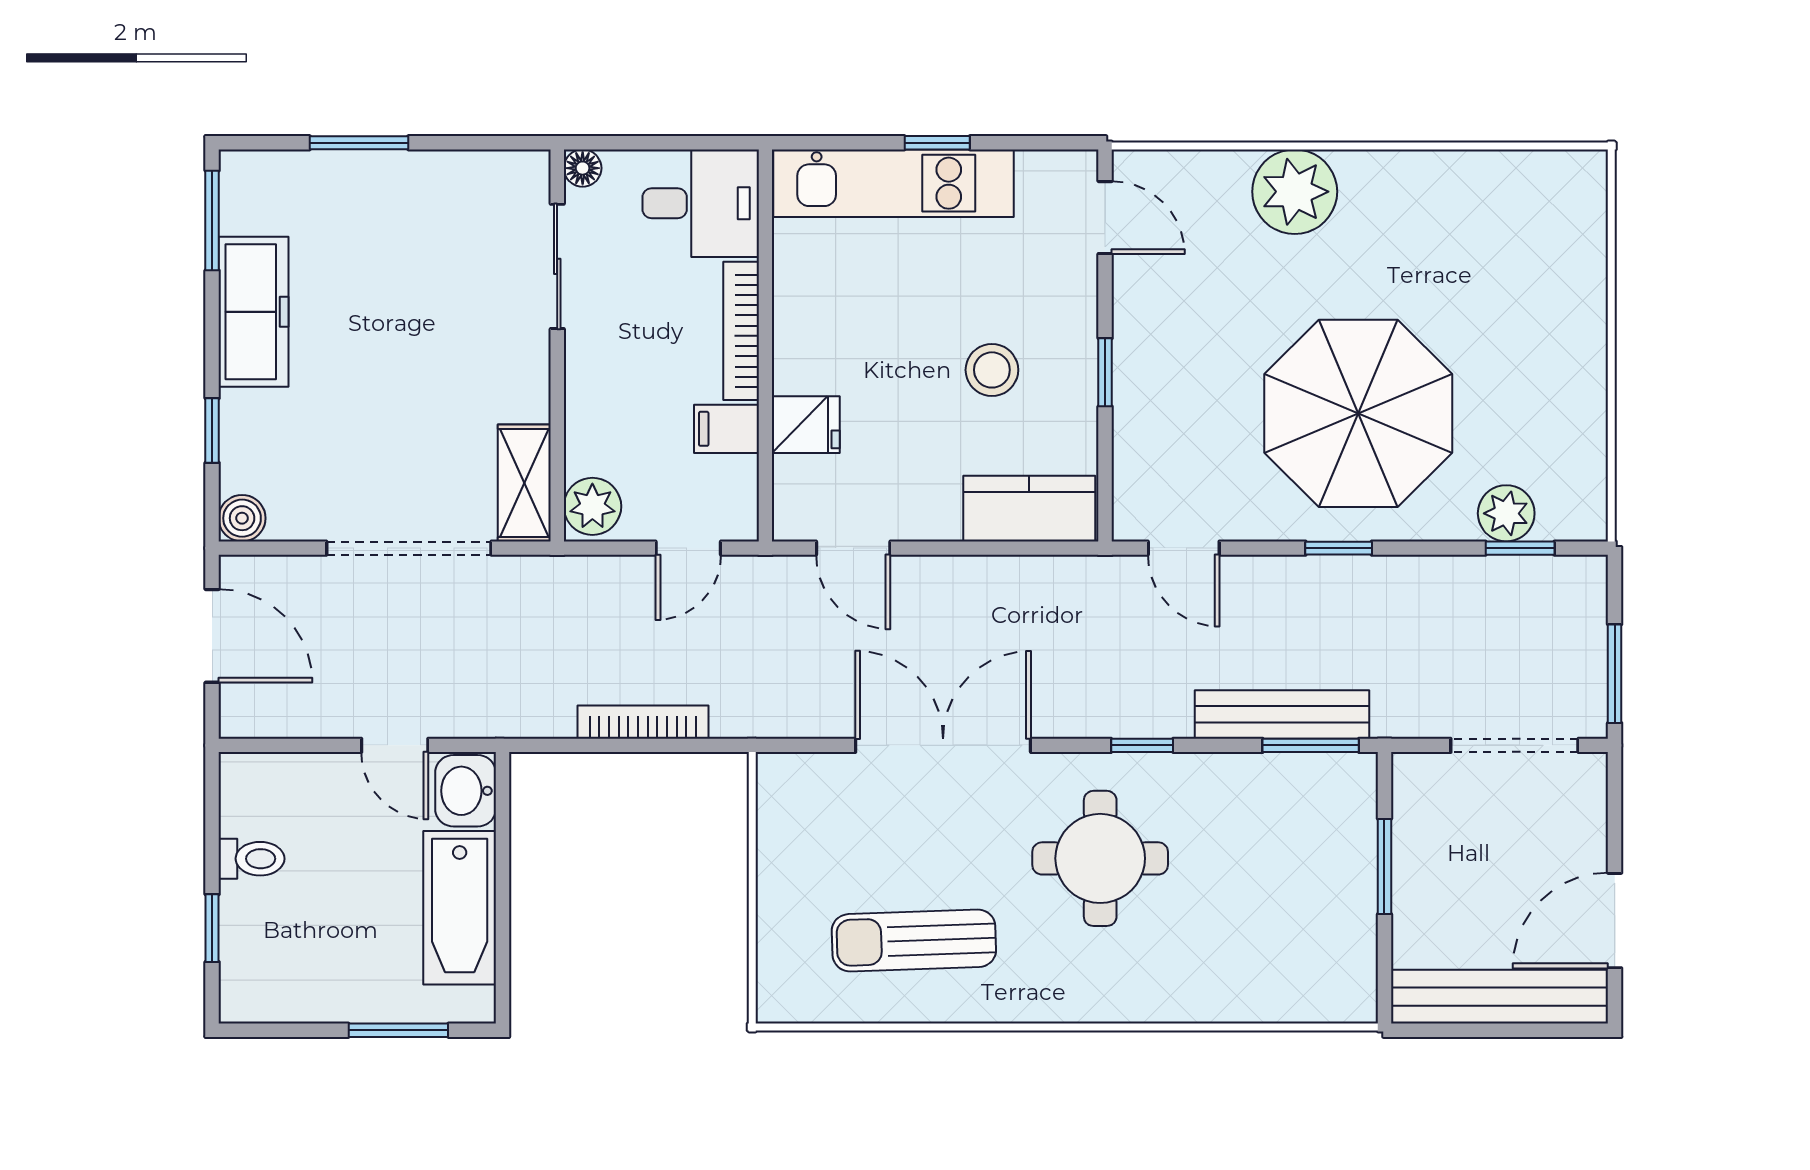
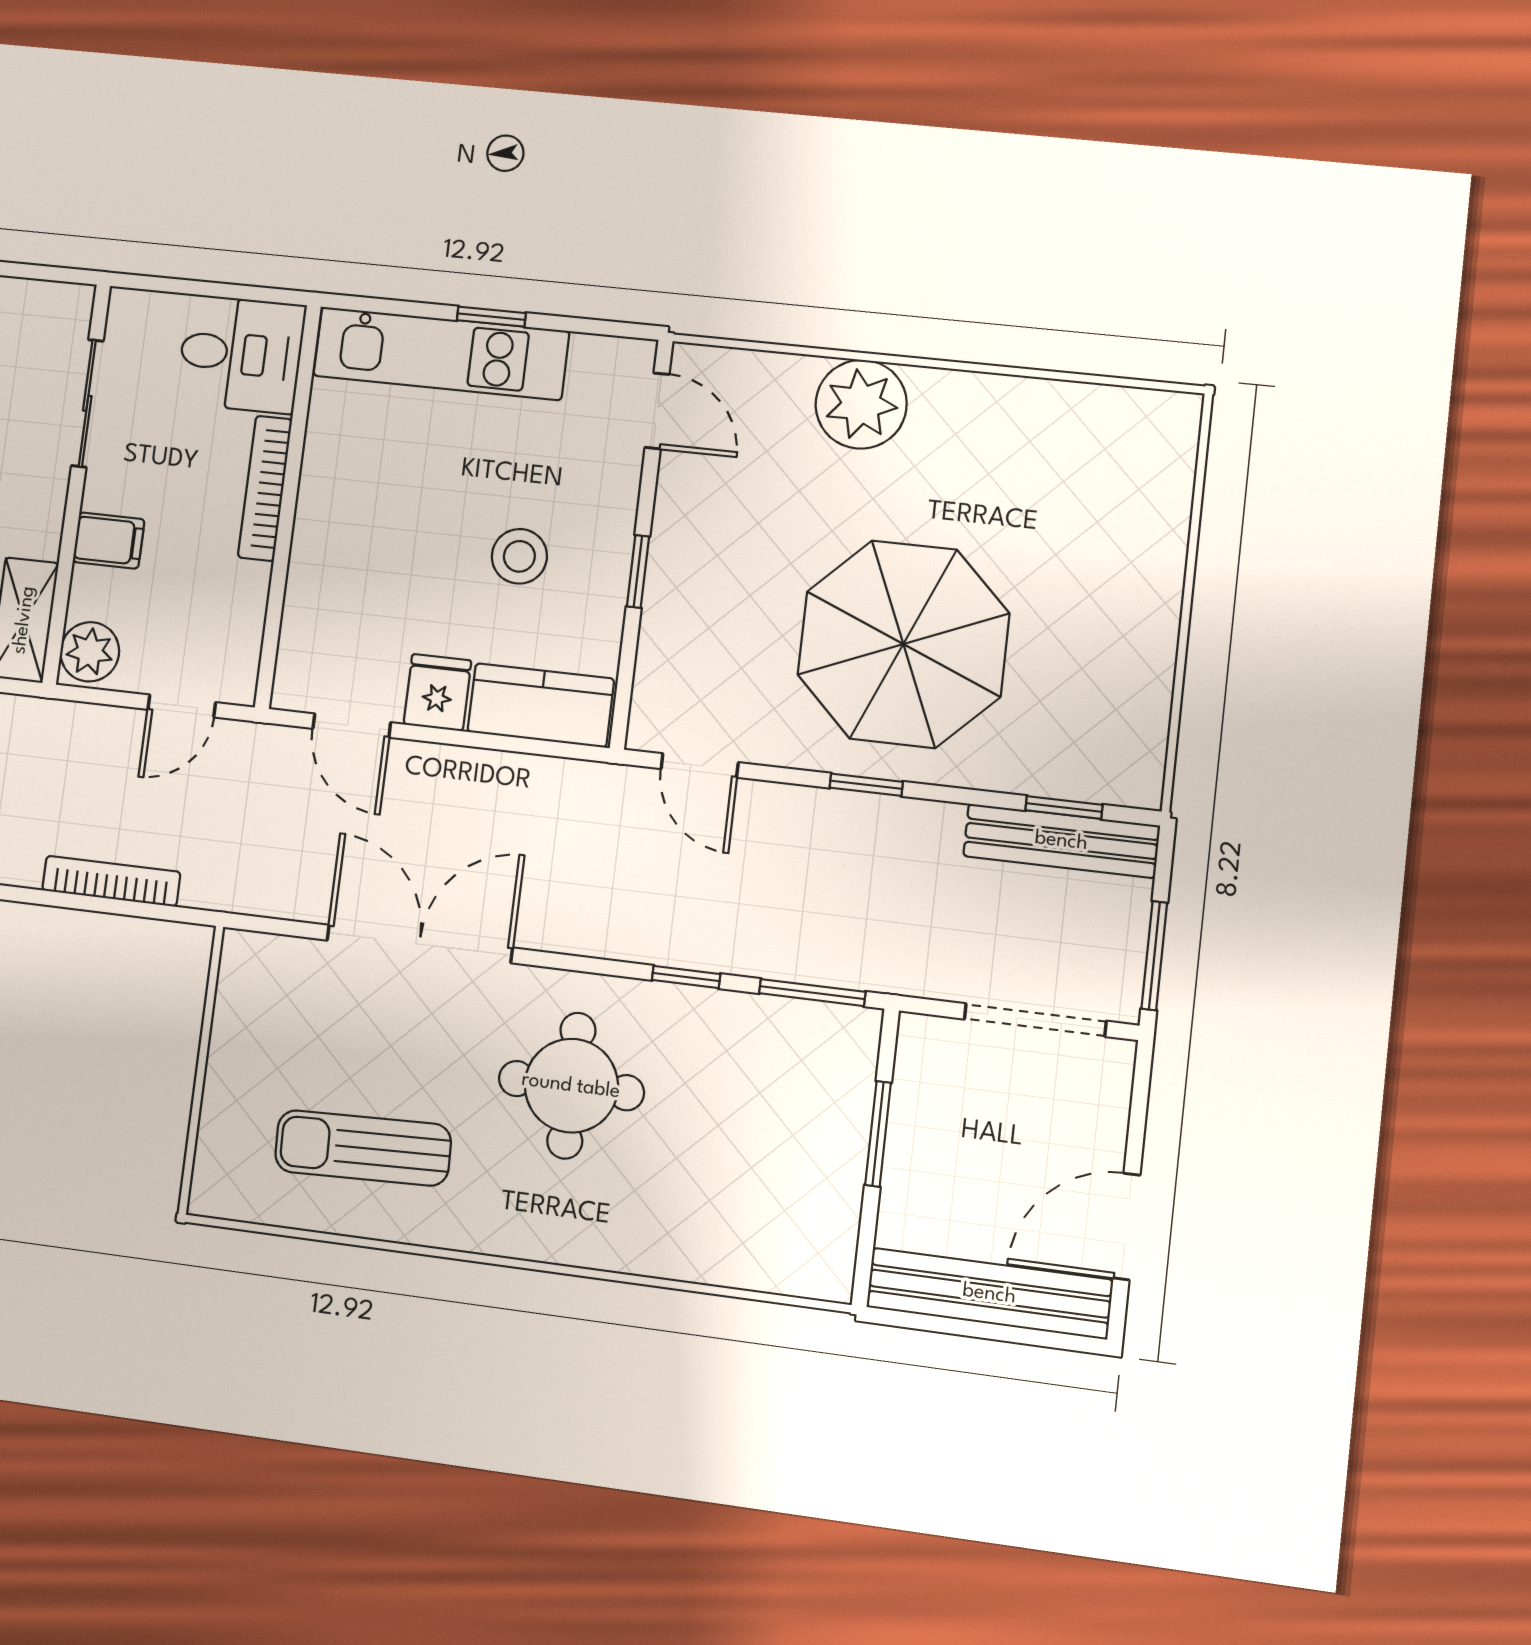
floor lamp: (583, 168) -> (126, 307), removed
fridge: (806, 425) -> (437, 693), moved, turned -90
filing cabinet: (726, 429) -> (109, 541), moved, turned 180
plant: (1506, 513) -> (1053, 768), removed
bench: (1282, 714) -> (1061, 841), moved
window: (1142, 745) -> (686, 977), moved

